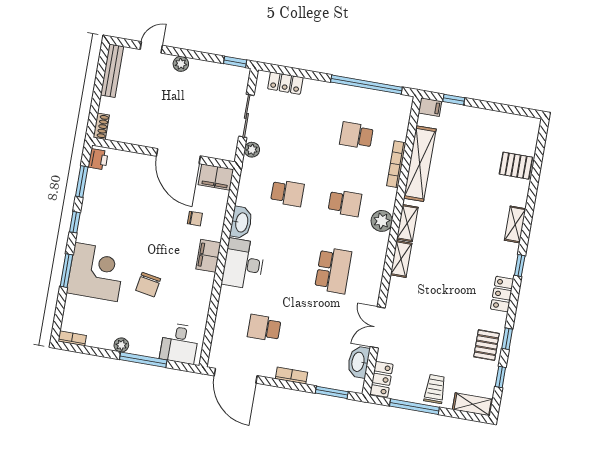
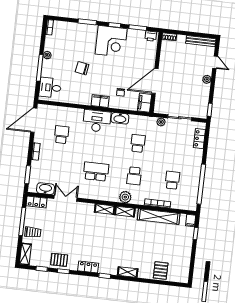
school desk: (287, 193) -> (138, 143), turned 180
school desk: (333, 270) -> (96, 171), turned 180
corner desk: (96, 272) -> (111, 41), moved

